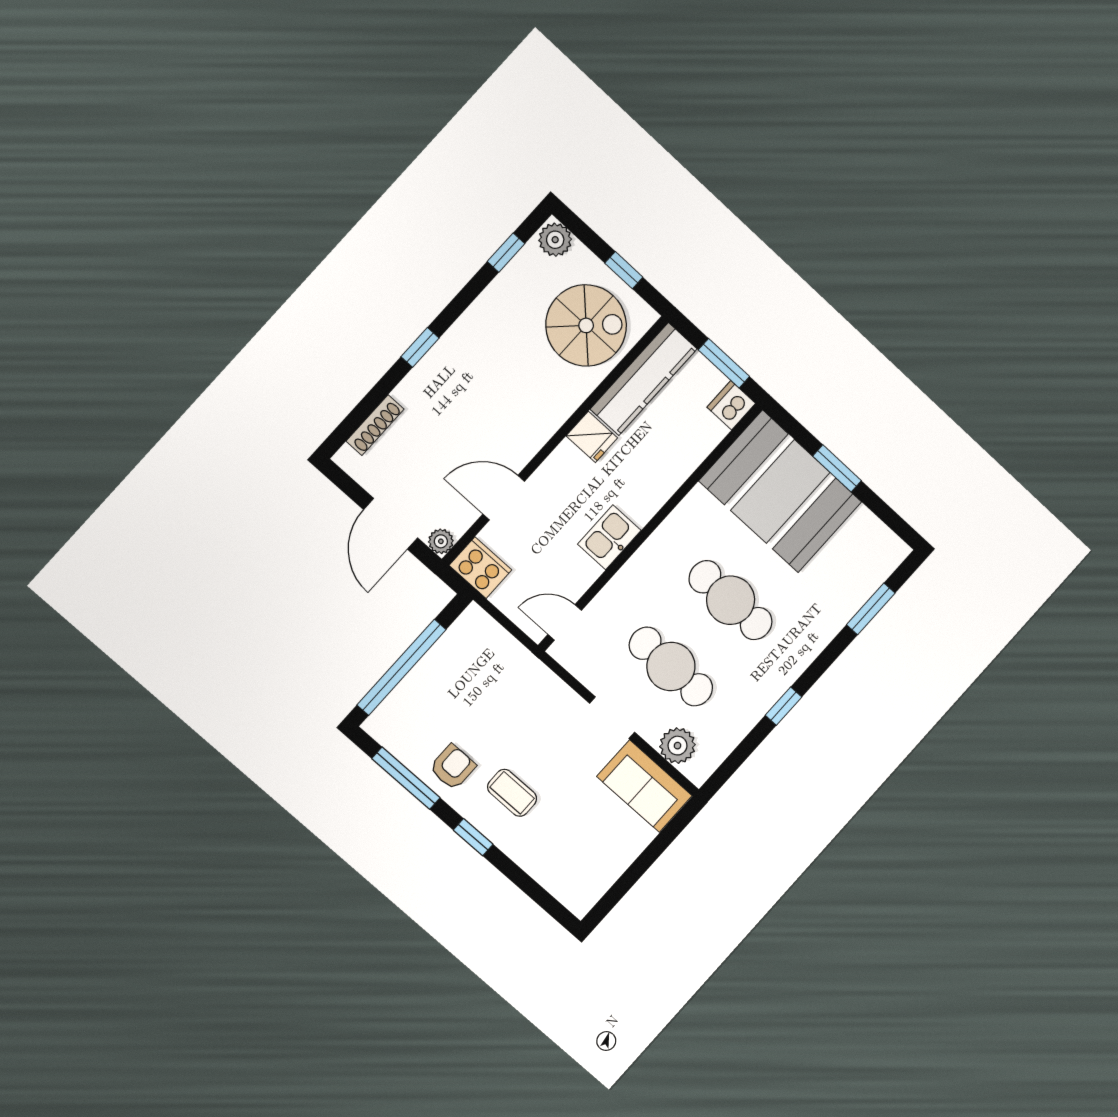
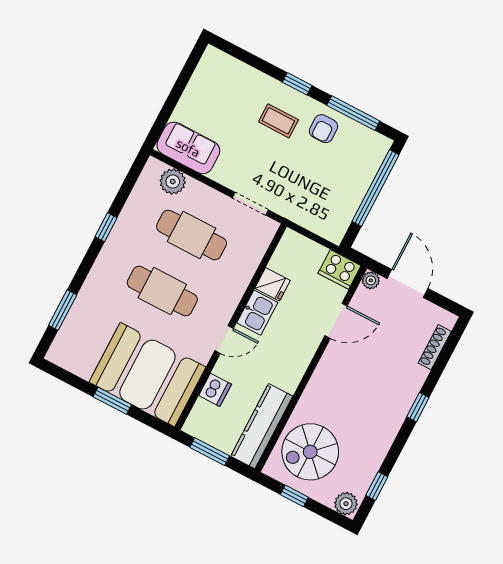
dishwasher: (731, 405) -> (215, 390), moved
fridge: (592, 437) -> (272, 284), moved, turned 180
door: (565, 622) -> (224, 339), moved
doorway: (612, 718) -> (250, 204), moved

